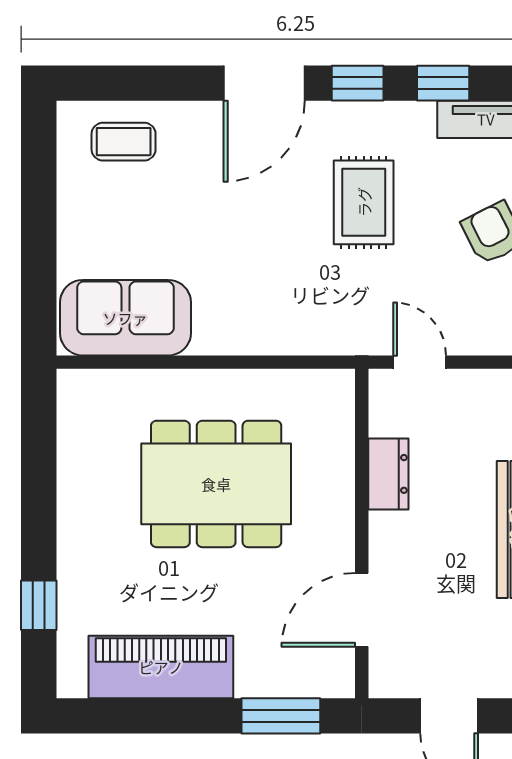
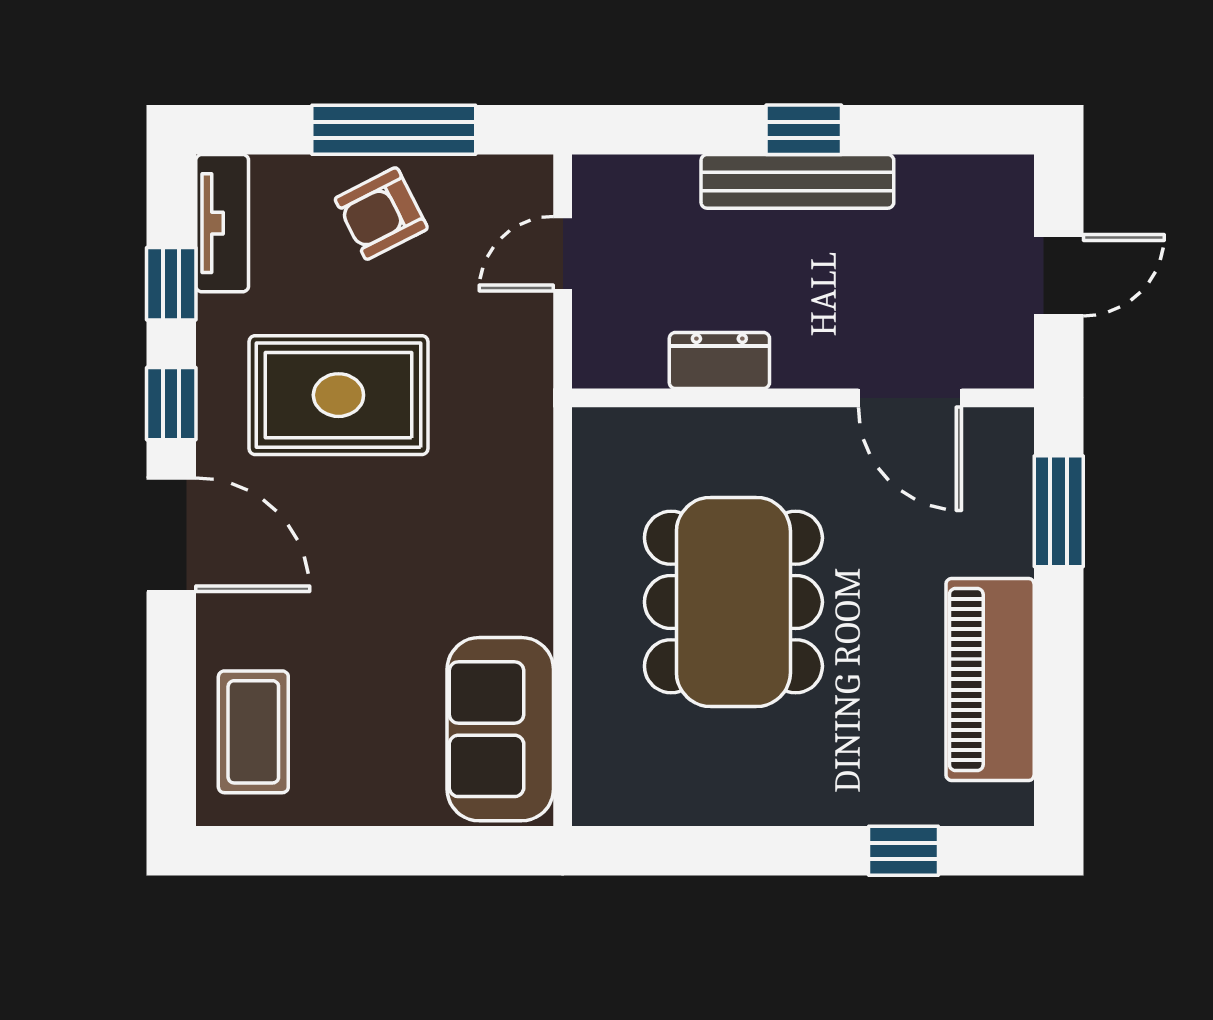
coffee table: (124, 142) -> (253, 732), width x1.36, depth x1.30
rug: (364, 202) -> (338, 395), width x1.36, depth x1.43
door: (420, 362) -> (563, 254), moved

